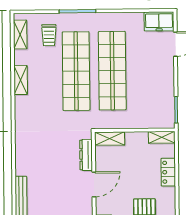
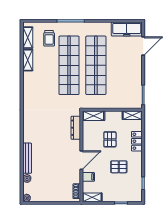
freezer: (159, 21) -> (127, 29), width x1.40
shelving: (21, 80) -> (28, 60), moved
pallet: (132, 170) -> (110, 139), added
door: (94, 184) -> (81, 160), moved

